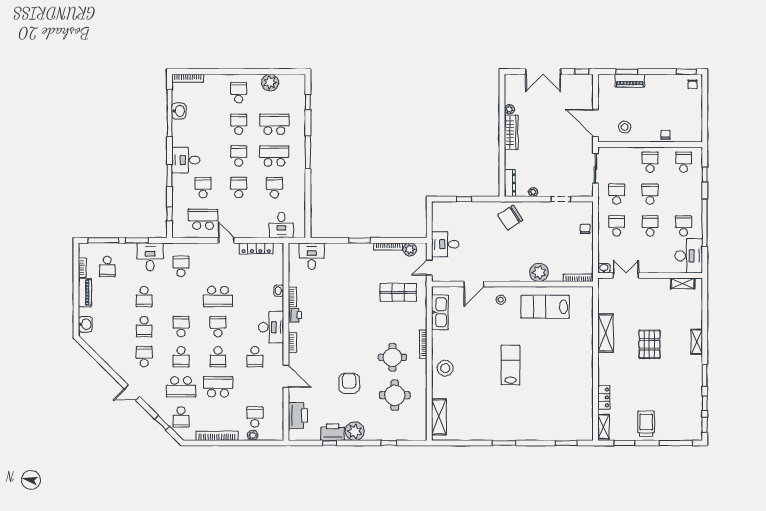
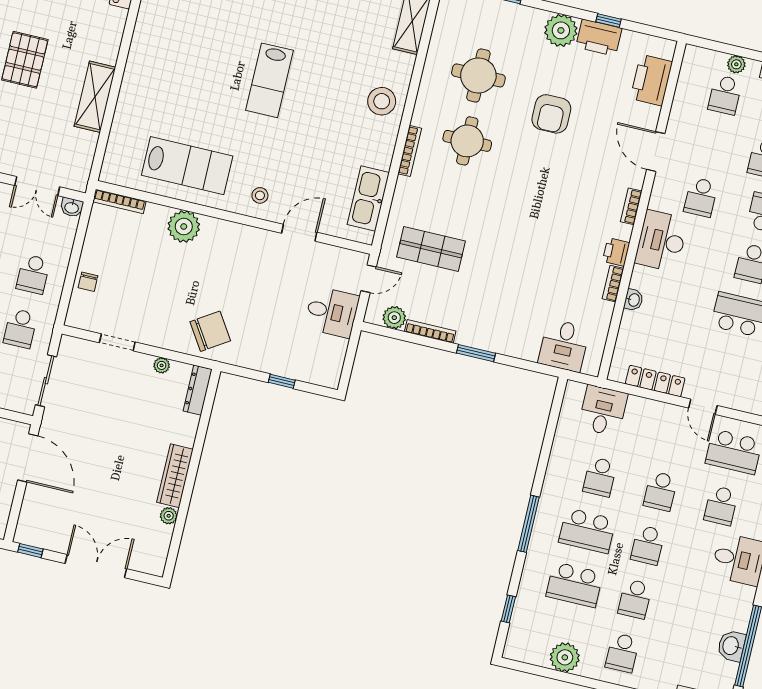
school desk: (255, 357) -> (701, 197), turned 180

